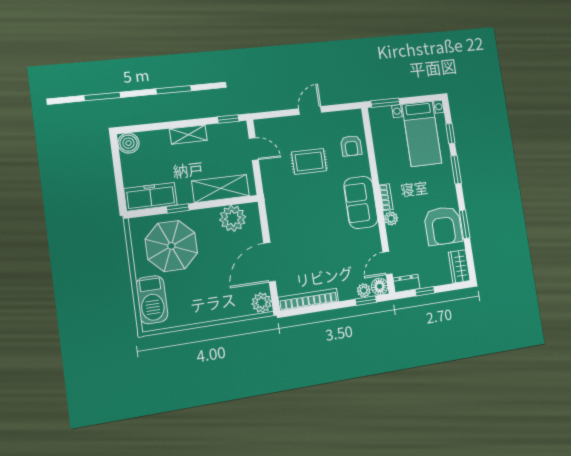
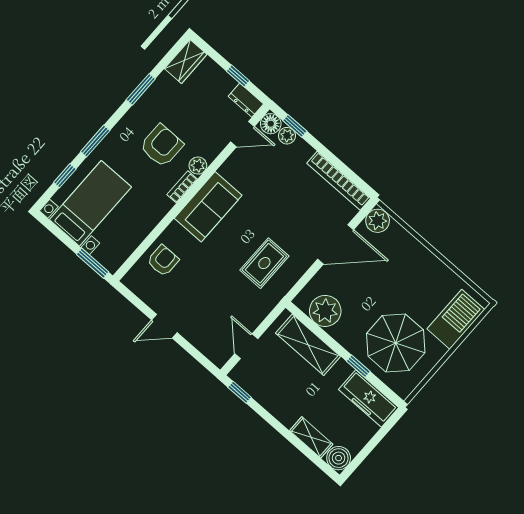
shelving: (188, 135) -> (311, 437), moved
rug: (309, 161) -> (264, 263), moved, turned 90
armchair: (443, 226) -> (162, 146), moved, width x0.73, depth x0.73

